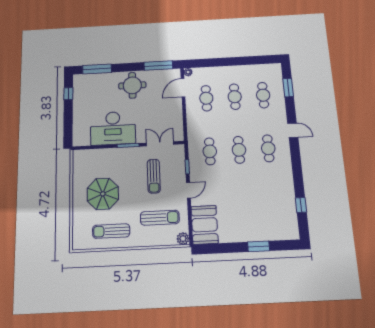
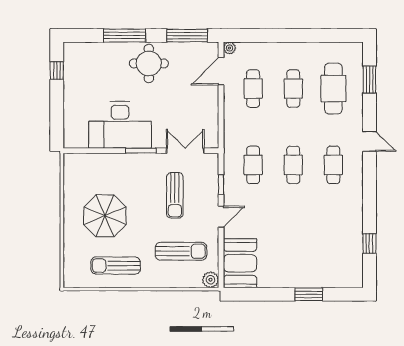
window: (97, 69) -> (124, 36), moved
cafe table: (263, 95) -> (333, 89), width x1.37, depth x1.35

